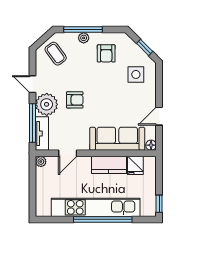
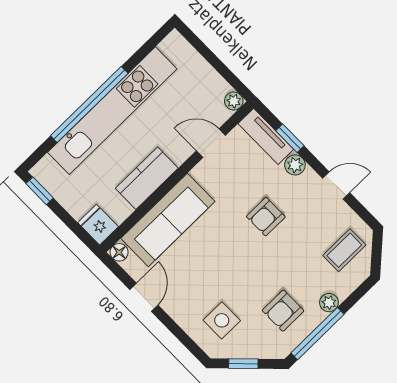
window: (83, 30) -> (317, 334), moved
armchair: (106, 53) -> (283, 311), turned -90
coffee table: (56, 54) -> (344, 250), turned -54
plant: (47, 104) -> (295, 165), width x0.53, depth x0.53
window: (33, 123) -> (290, 138), width x0.46
door: (68, 153) -> (211, 143), hinge flipped
fridge: (135, 165) -> (98, 225), moved

